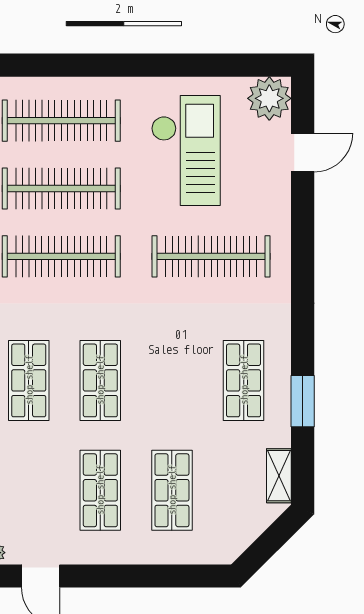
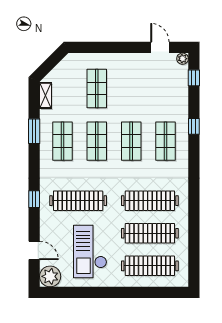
door: (303, 153) -> (34, 250), swing flipped
window: (303, 260) -> (34, 199), added
shop shelf: (100, 490) -> (97, 141), moved

